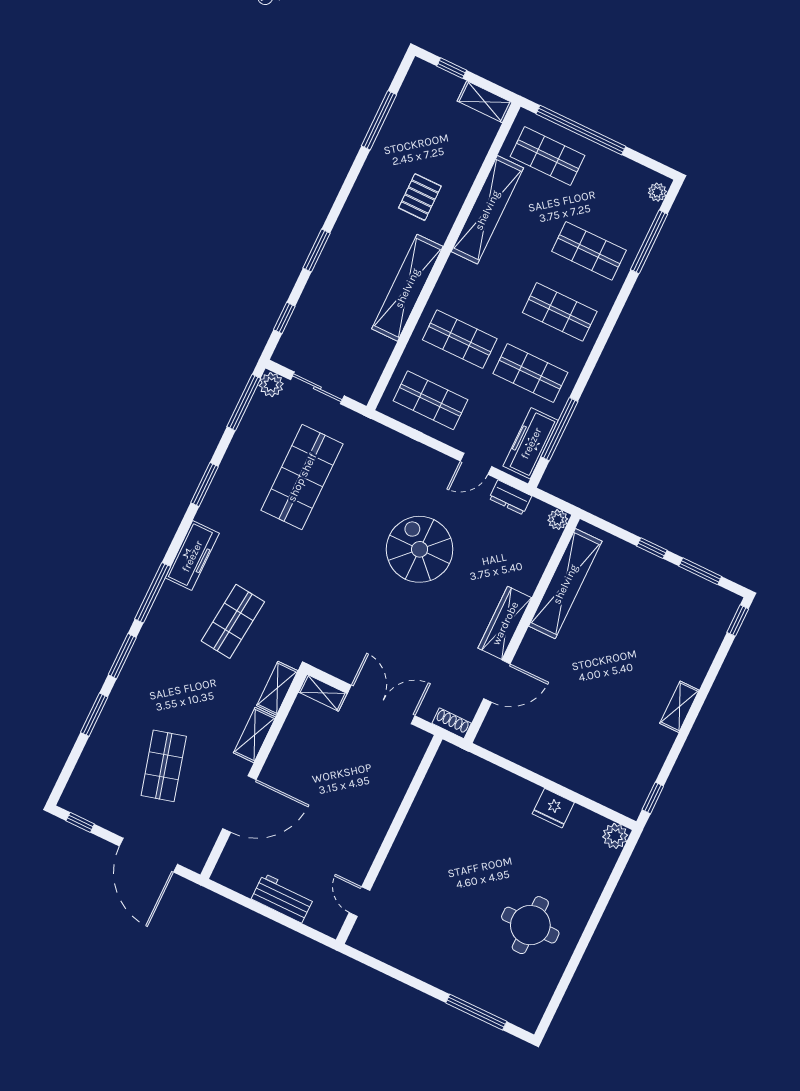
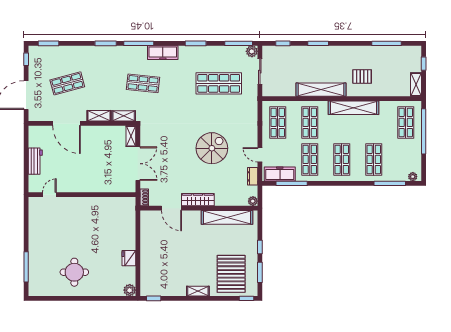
shelving: (487, 210) -> (354, 108), moved
pallet: (677, 627) -> (231, 274), added
window: (94, 715) -> (48, 43), moved

